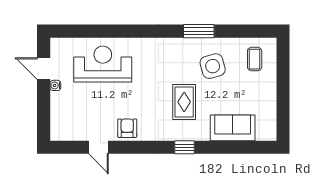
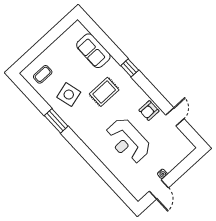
reception desk: (103, 64) -> (128, 141), moved

